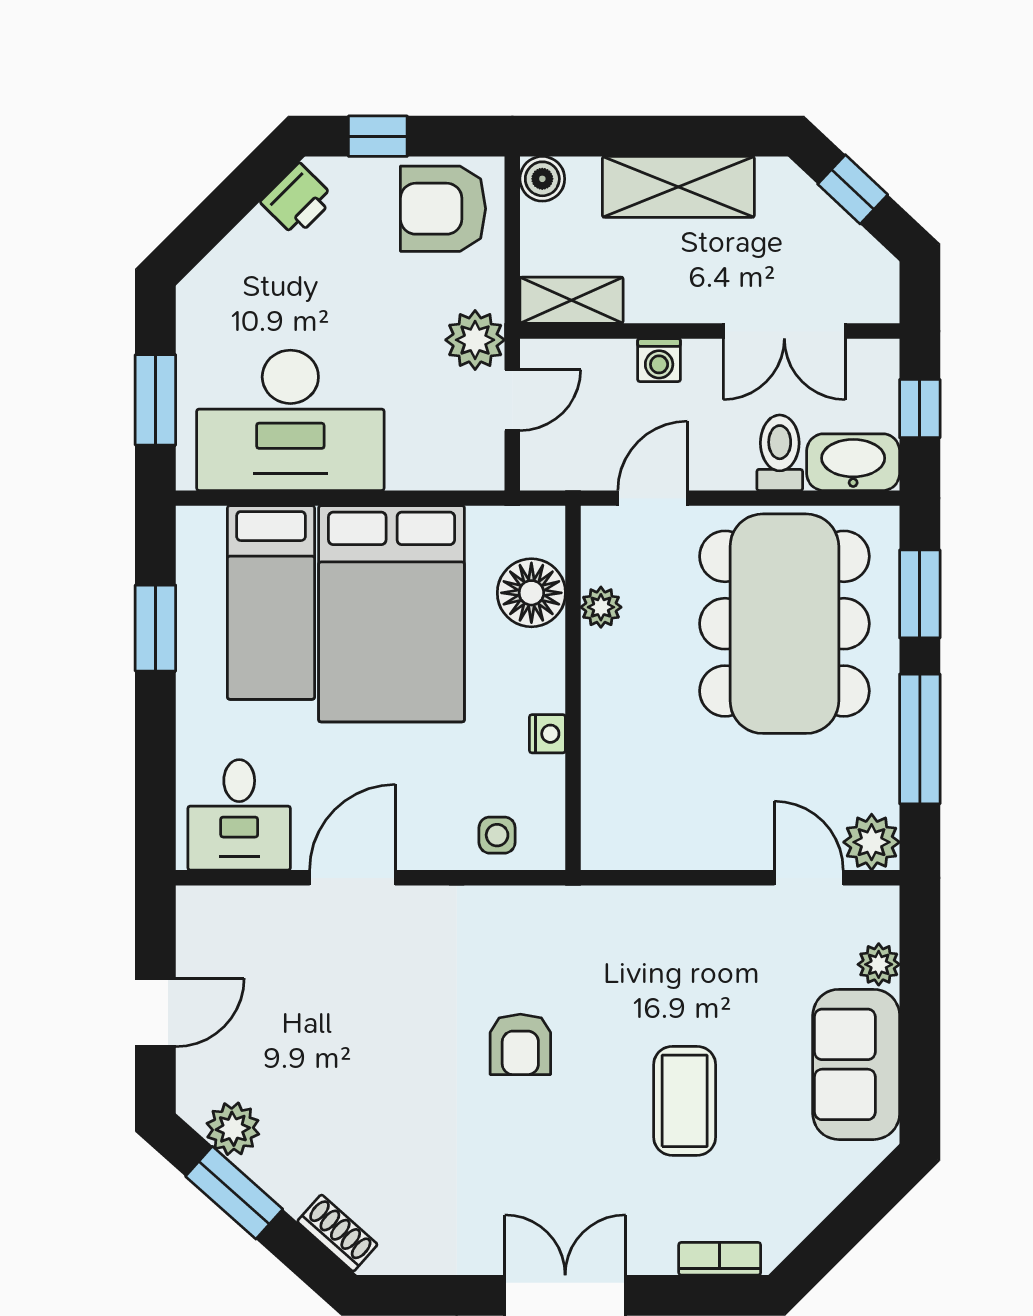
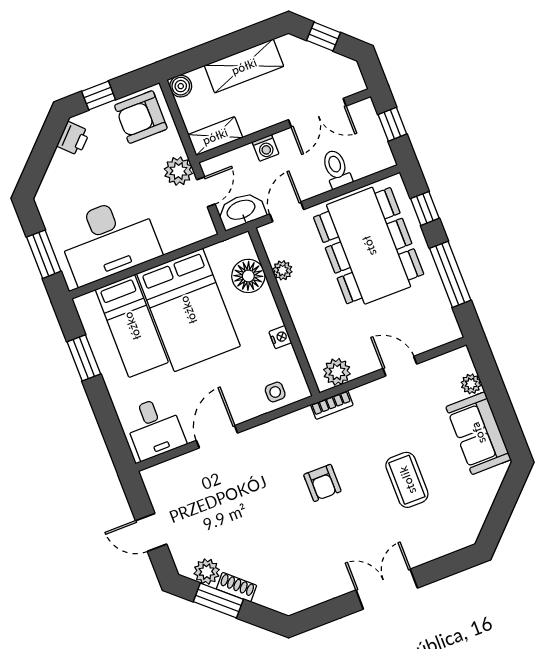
washbasin: (853, 462) -> (241, 211), moved
window: (920, 594) -> (425, 208), width x0.67
plant: (872, 842) -> (337, 372), moved
door: (809, 878) -> (400, 366), moved
door: (155, 1012) -> (151, 532), swing flipped
shoe rack: (337, 1233) -> (236, 587), moved
bookcase: (720, 1259) -> (332, 405), moved, turned 180

